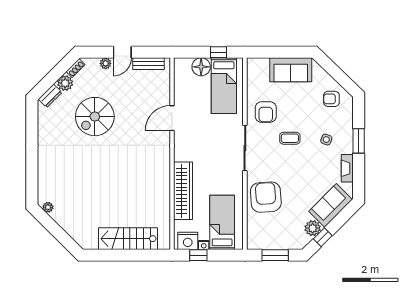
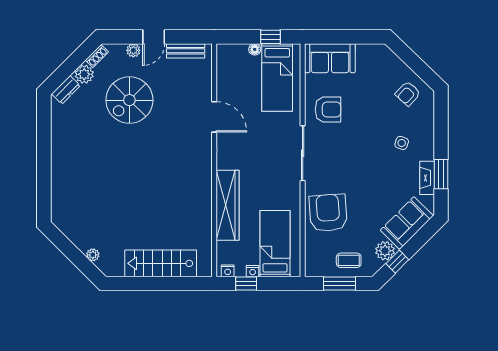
floor lamp: (201, 67) -> (255, 49), width x0.53, depth x0.53
sofa: (291, 70) -> (330, 58), moved
armchair: (331, 99) -> (408, 94), turned -47
armchair: (266, 112) -> (328, 109), turned -90
spiral stairs: (95, 117) -> (129, 100), moved
door: (172, 118) -> (214, 117), swing flipped
coffee table: (290, 138) -> (349, 260), moved
window: (359, 141) -> (441, 174), moved
plant: (48, 207) -> (93, 255), moved
nightstand: (188, 241) -> (228, 271), width x0.53, depth x0.56

